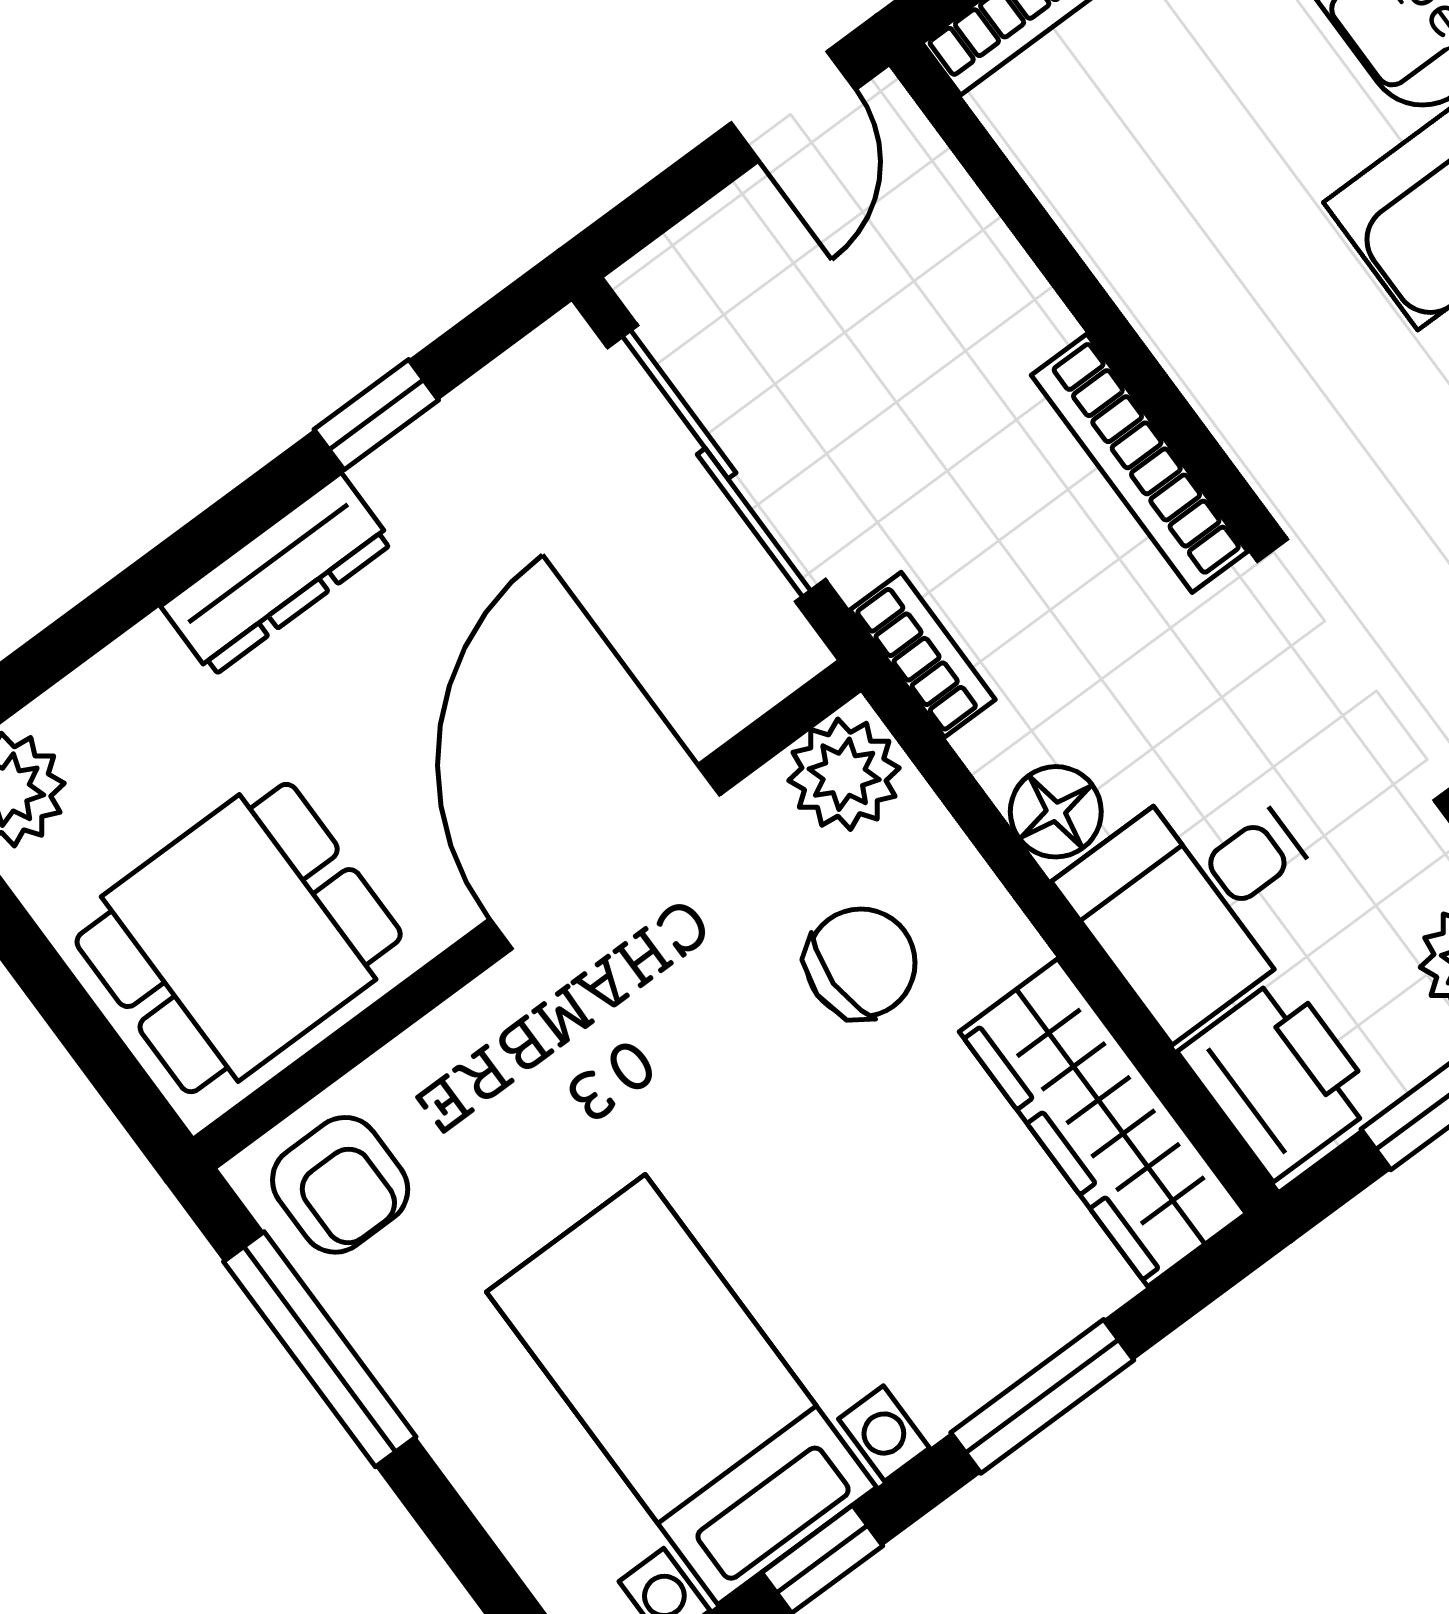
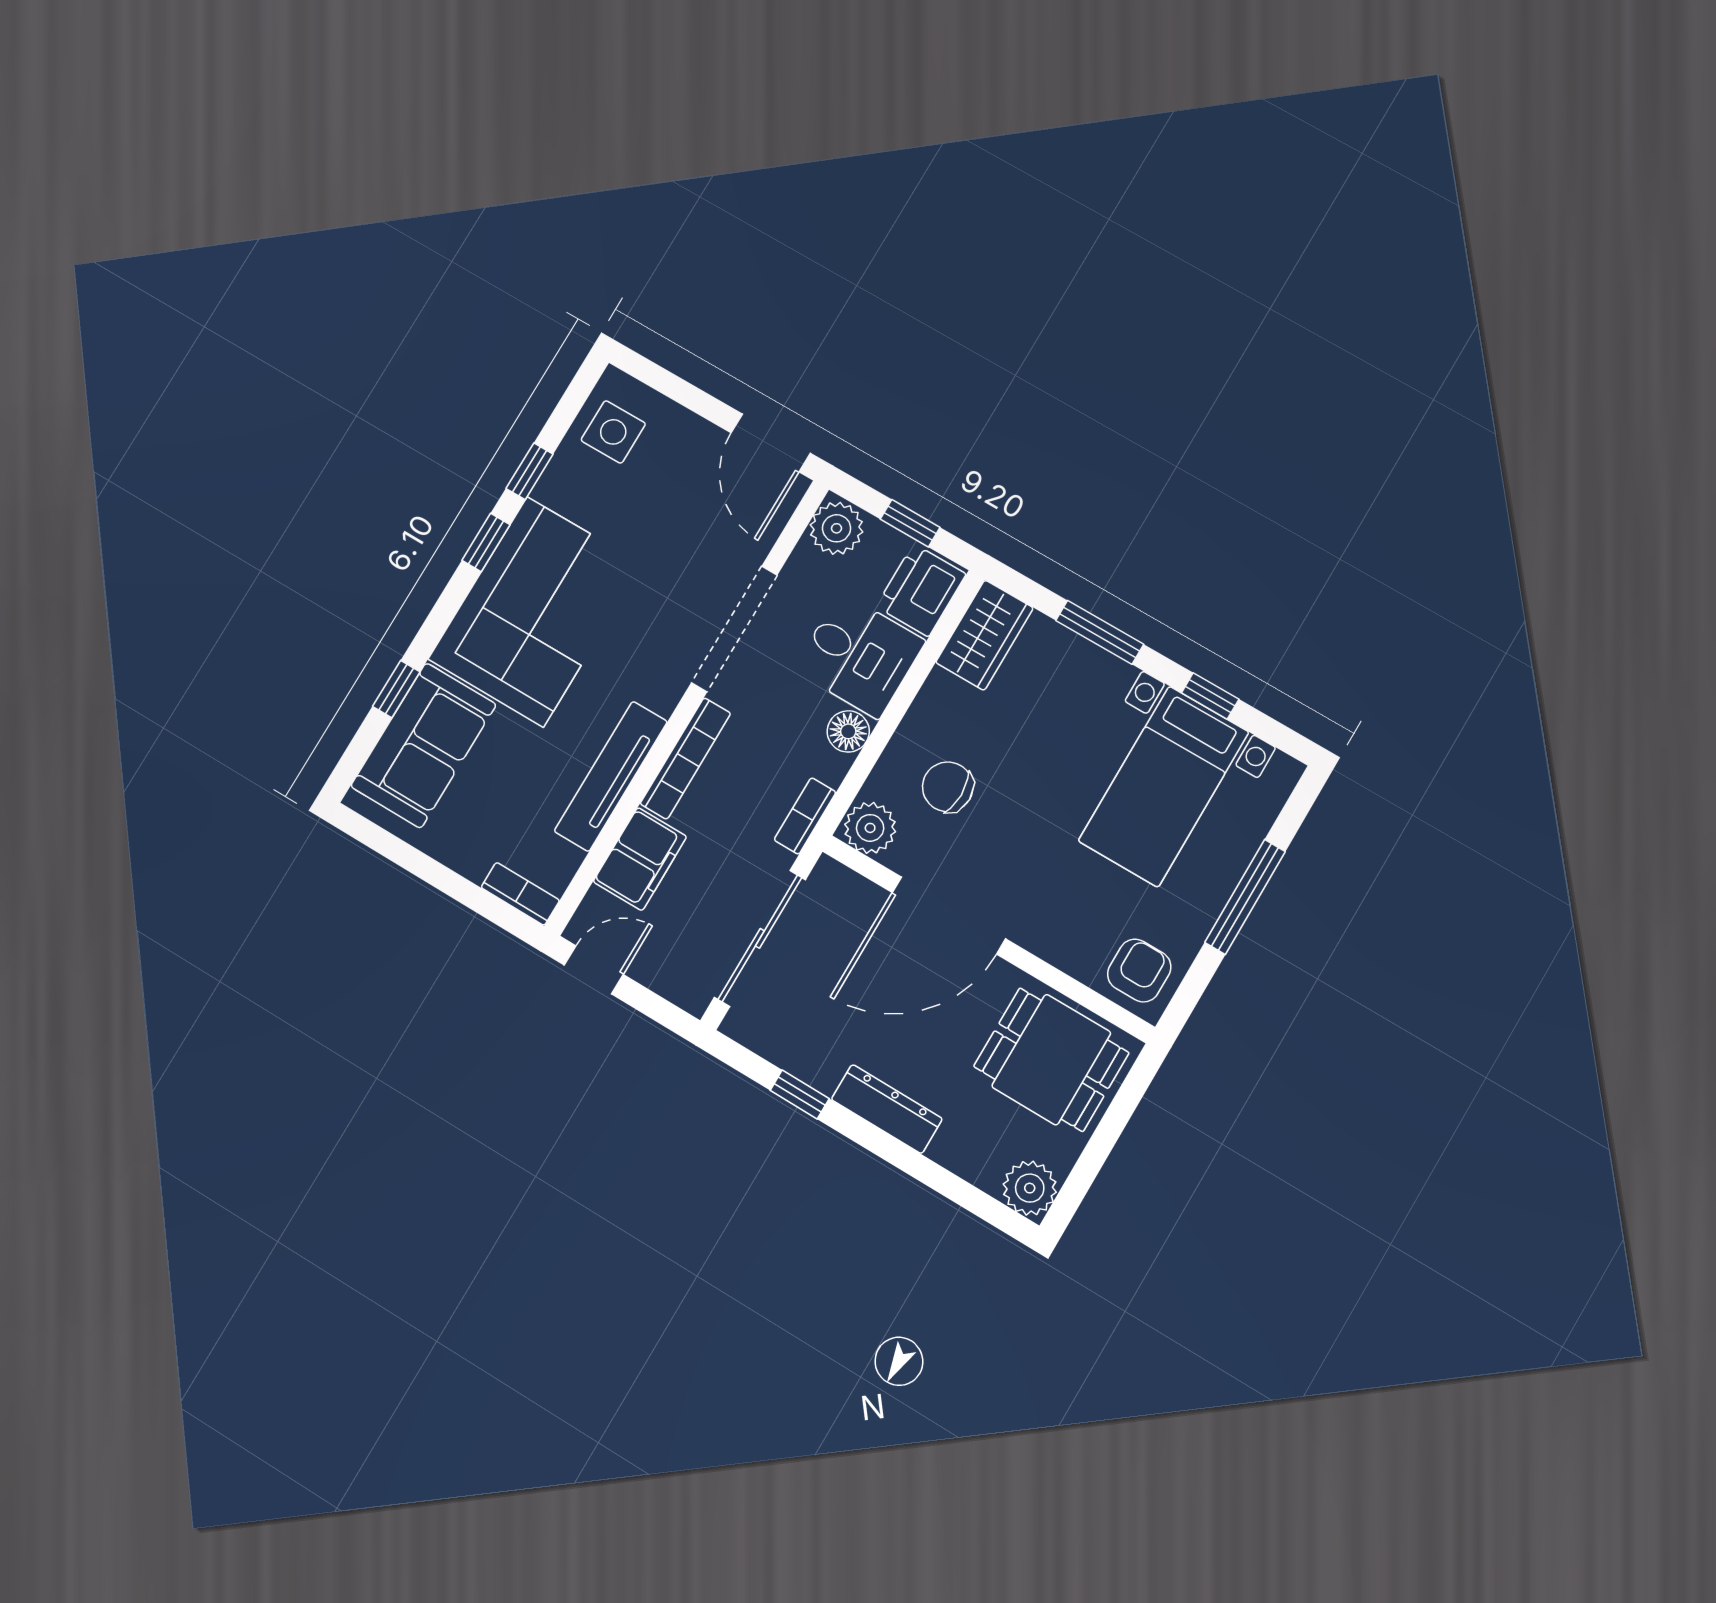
filing cabinet: (976, 289) -> (640, 859), added
tv unit: (1167, 298) -> (611, 776), added
wardrobe: (1103, 1123) -> (984, 635), width x0.67
window: (320, 1349) -> (1245, 897), moved

